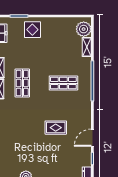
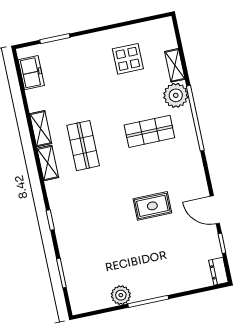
plant: (84, 29) -> (176, 95), moved
display table: (32, 30) -> (128, 59), moved
door: (92, 138) -> (215, 210), hinge flipped

